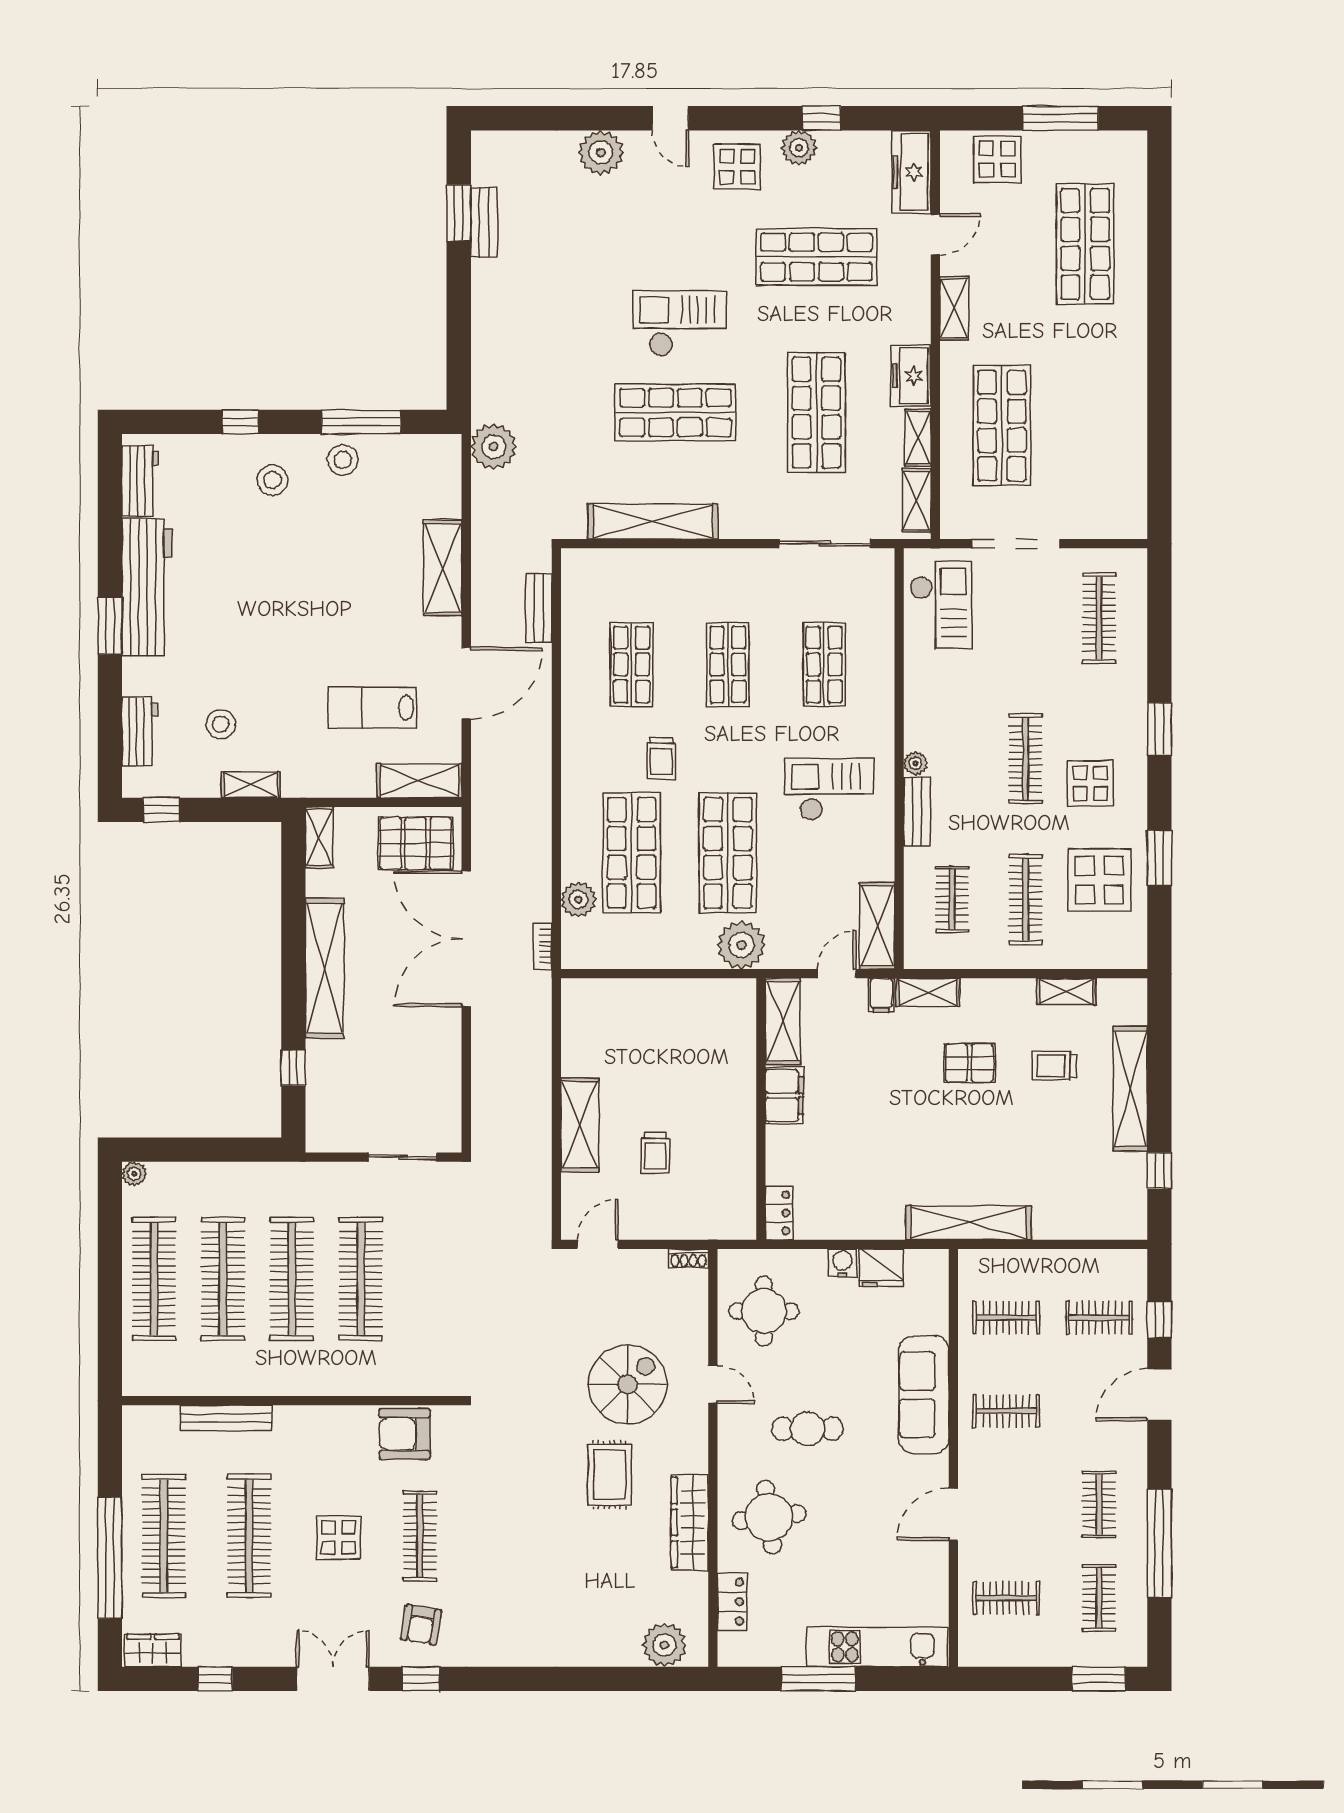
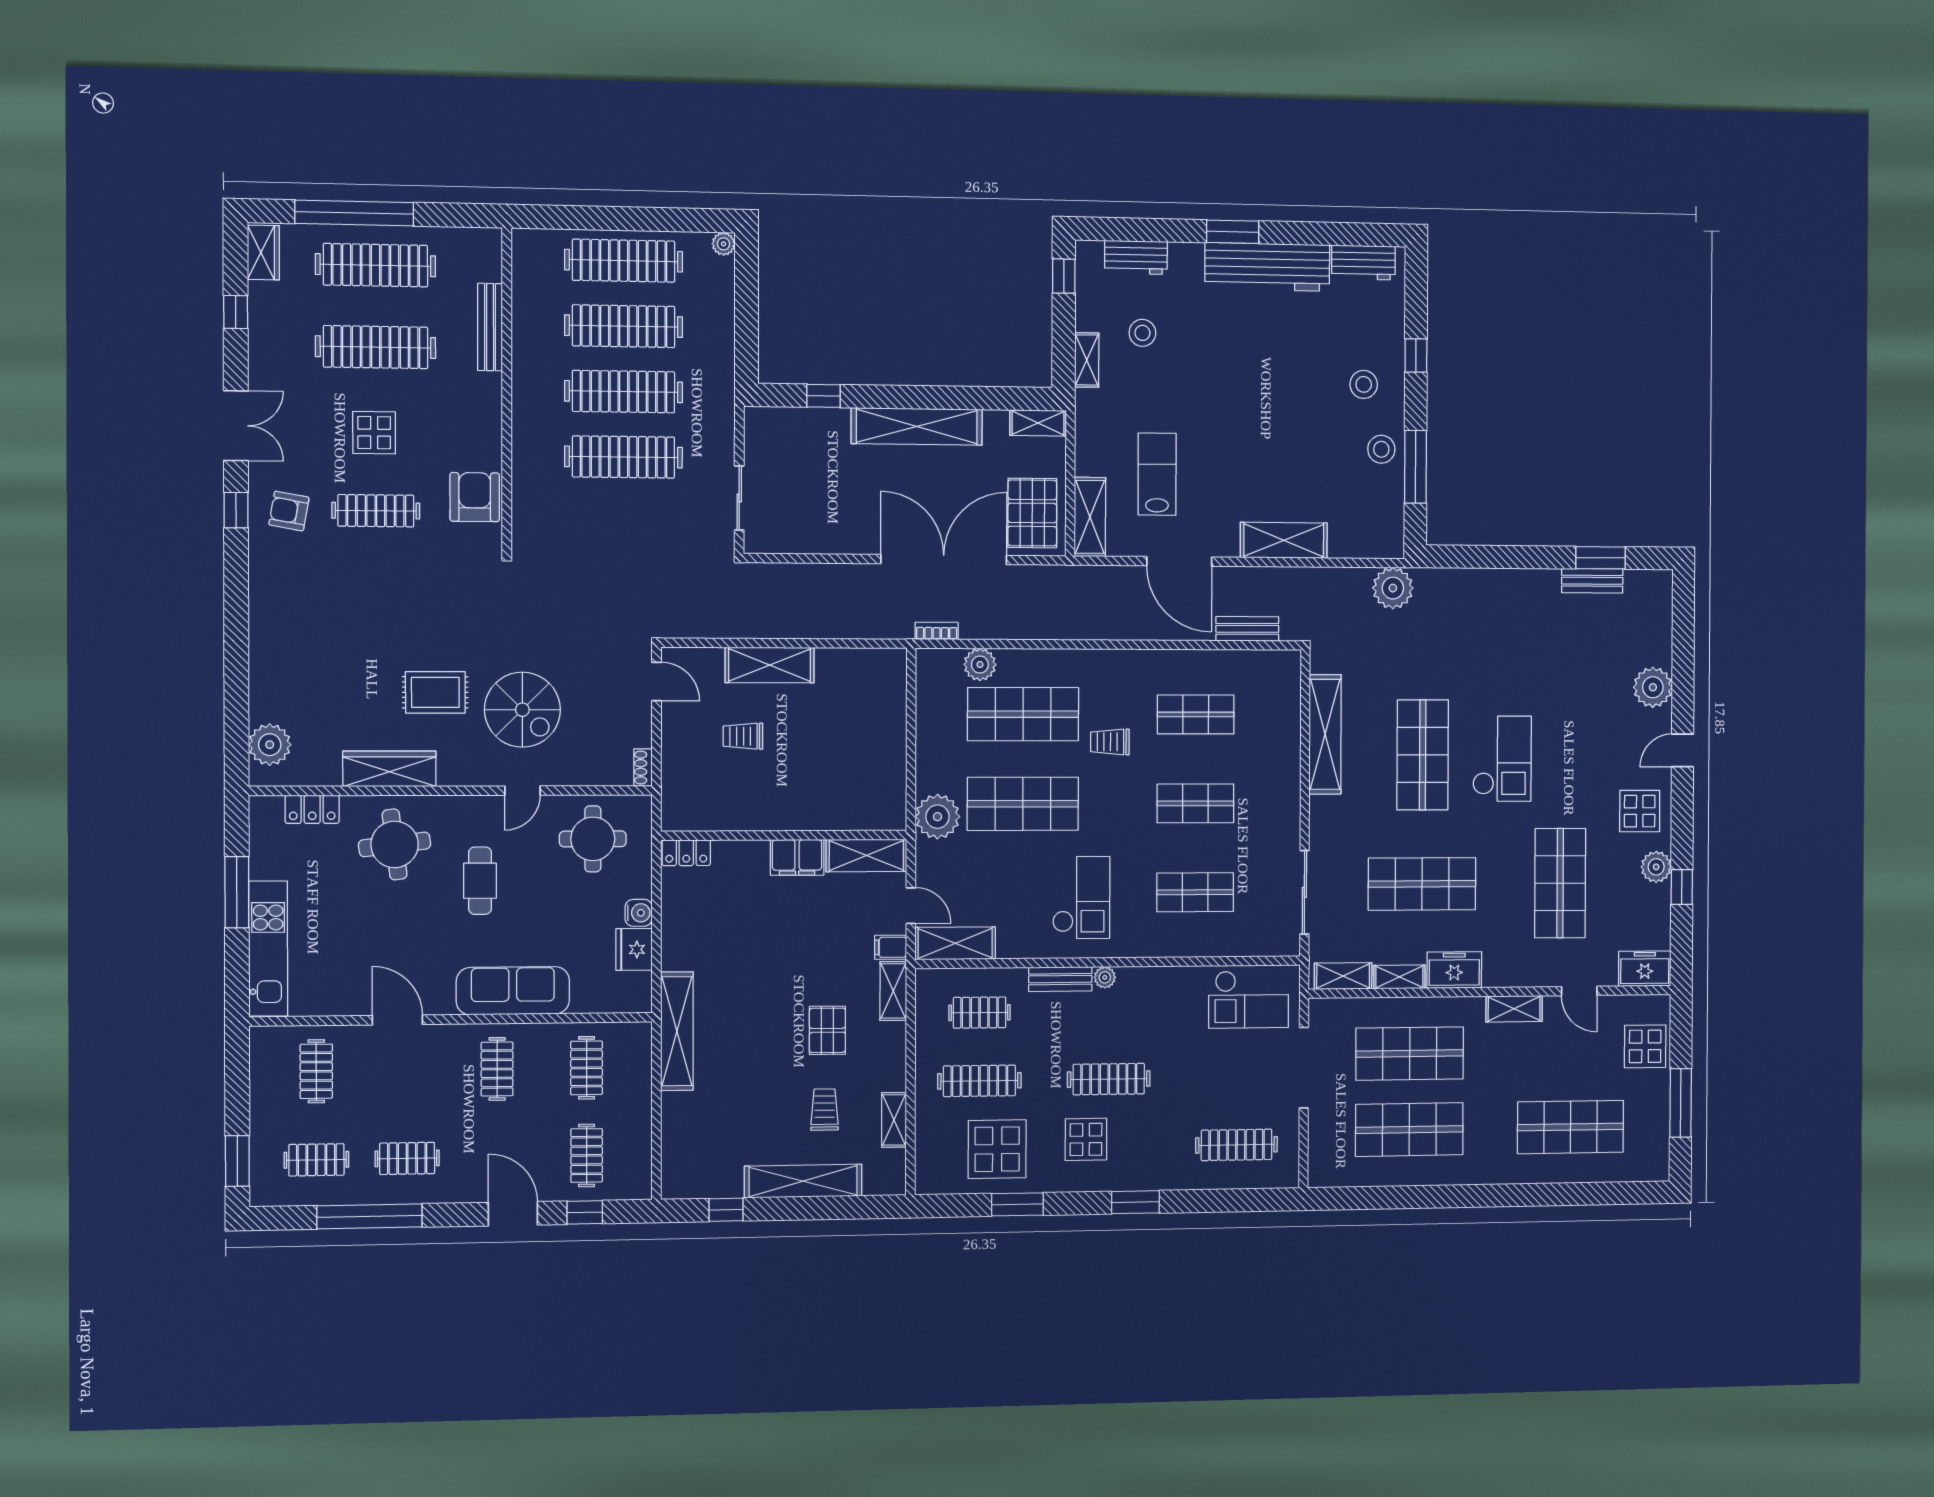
freezer: (911, 172) -> (1645, 969), width x0.71
shop shelf: (1085, 426) -> (1409, 1130), added

